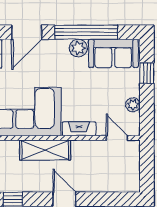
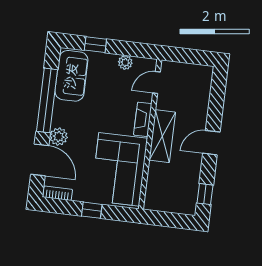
plant: (78, 48) -> (59, 137), moved
shelving: (45, 150) -> (162, 136), moved

